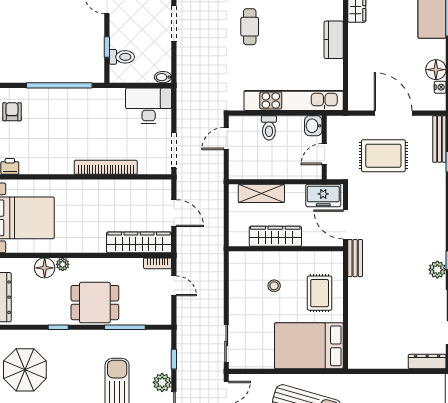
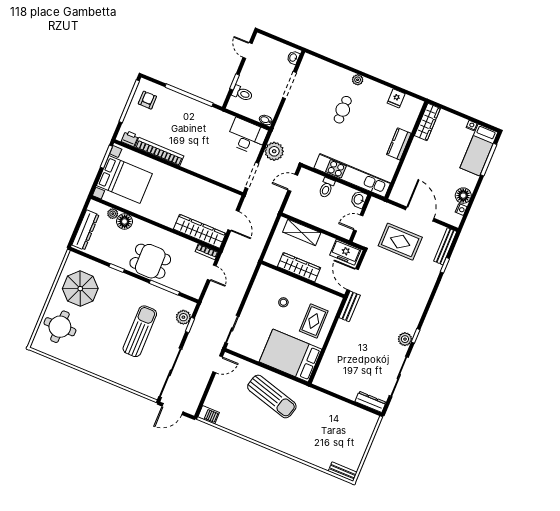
plant: (188, 110) -> (274, 151), added
bookcase: (106, 167) -> (159, 152), moved
plant: (63, 264) -> (113, 214), moved
plant: (162, 382) -> (183, 317), moved

